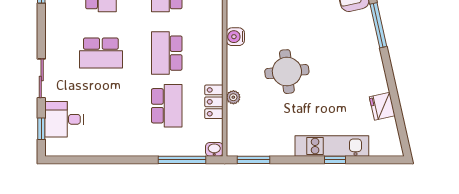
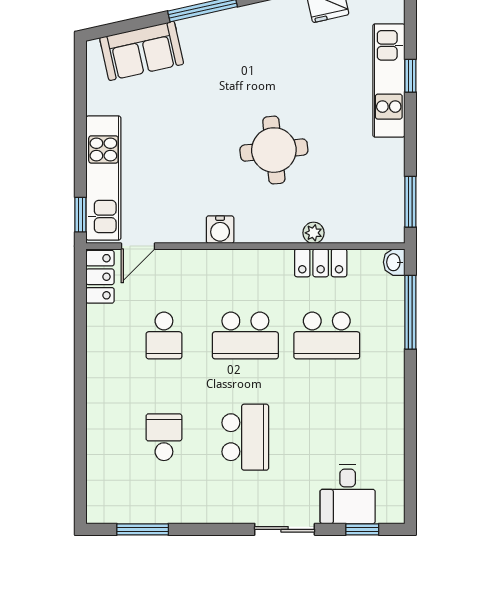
school desk: (167, 106) -> (327, 335), turned 180

